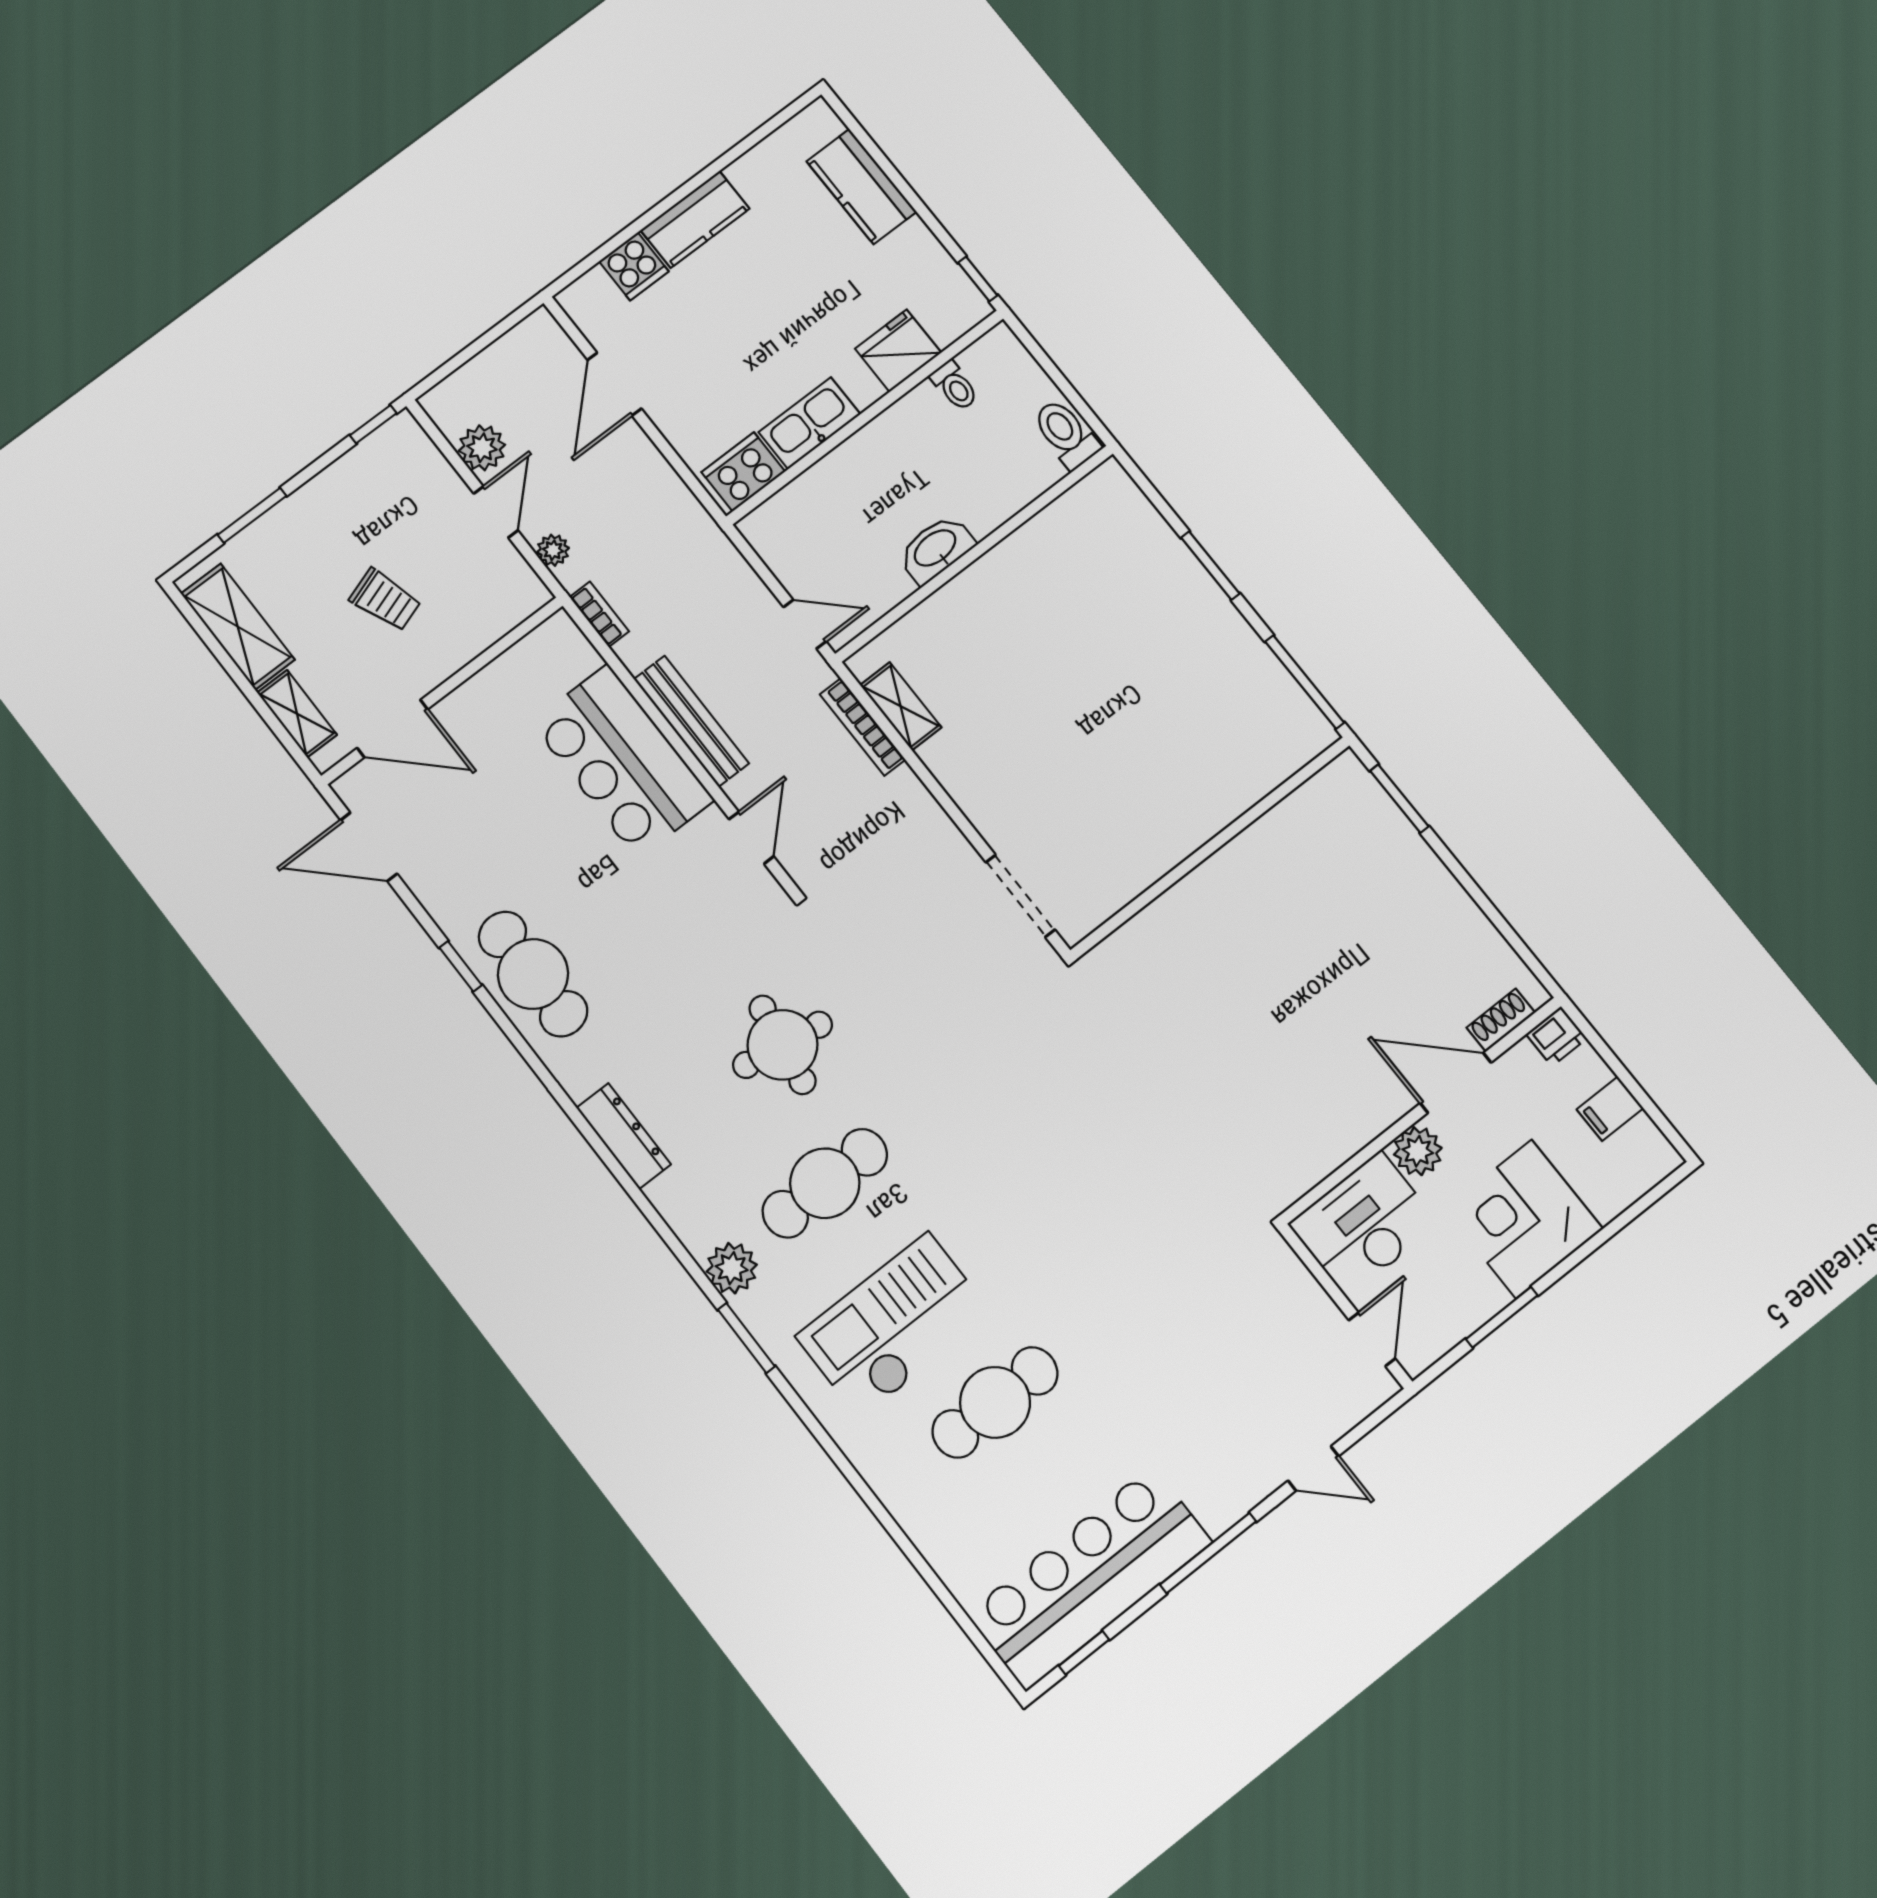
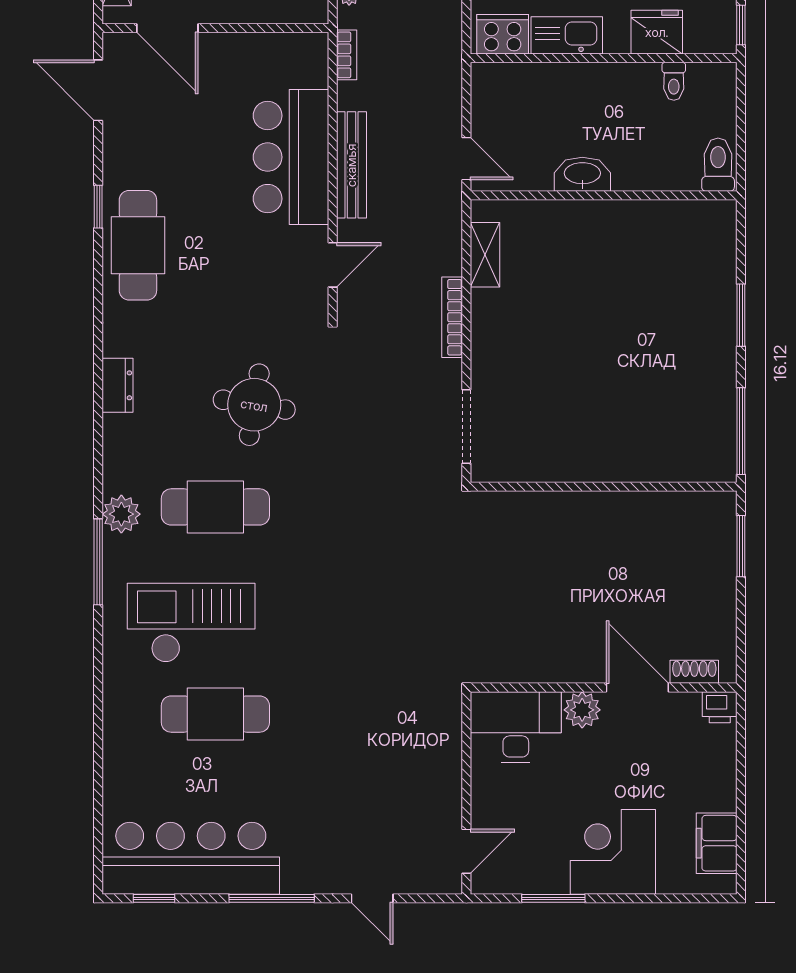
bookcase: (863, 727) -> (452, 317), moved
shoe rack: (1501, 1020) -> (694, 672), moved
printer: (1556, 1036) -> (720, 707), moved
door: (1456, 1083) -> (637, 687), moved
filing cabinet: (1610, 1109) -> (717, 843), width x2.00
wall: (1421, 1110) -> (604, 687), moved
dresser: (624, 1136) -> (118, 385), width x0.70
plant: (1418, 1151) -> (582, 710), moved
desk: (1364, 1224) -> (516, 727), moved
window: (746, 1338) -> (98, 562), width x1.44

